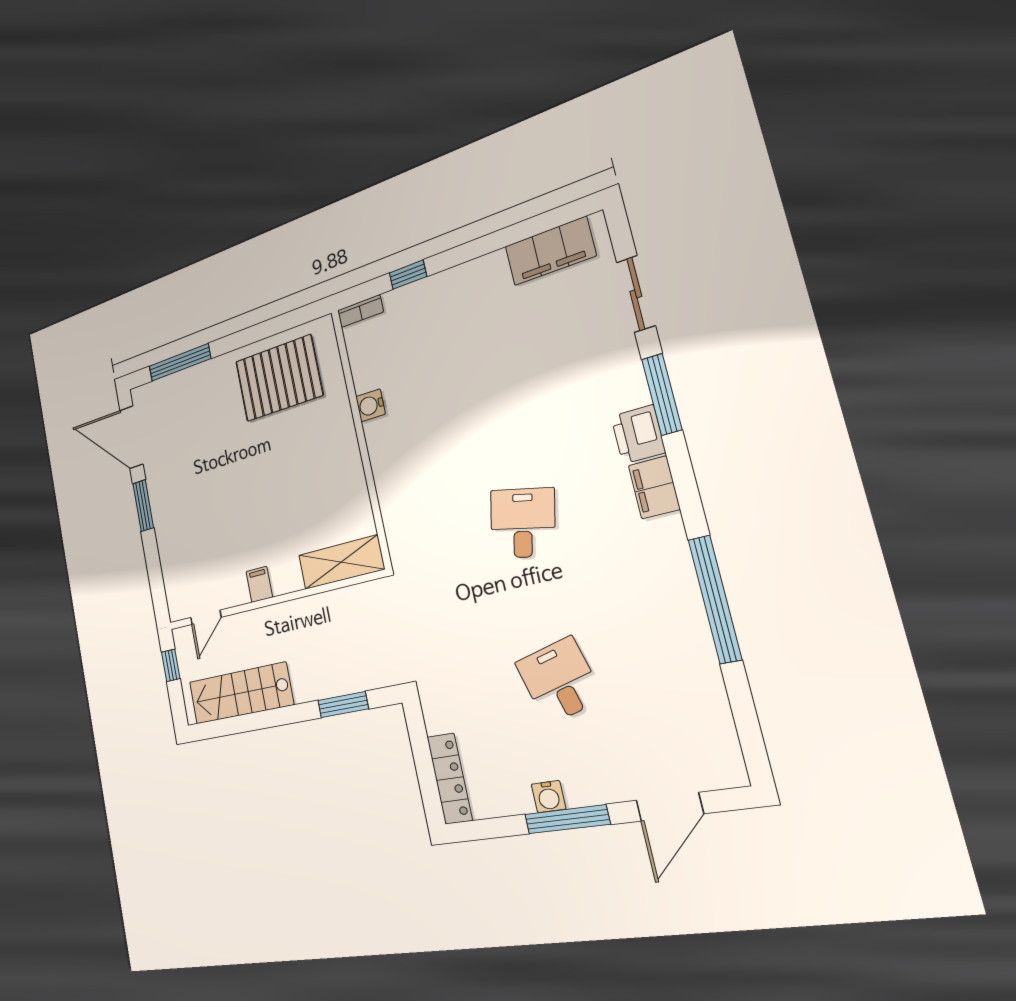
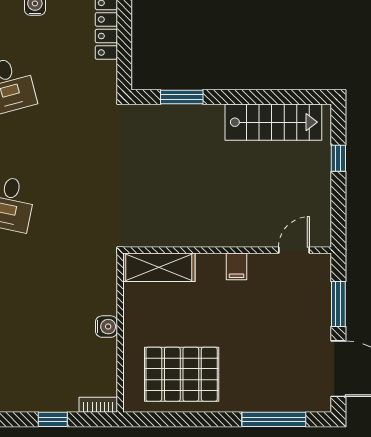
shelving: (341, 562) -> (159, 267), moved
filing cabinet: (259, 584) -> (236, 266), moved
wall: (272, 601) -> (227, 250), moved
door: (206, 617) -> (294, 250), moved

